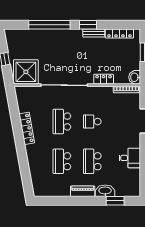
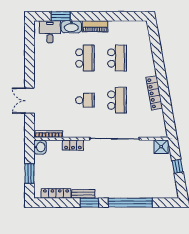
shower: (26, 72) -> (161, 147), width x0.54, depth x0.54
desk: (130, 158) -> (50, 32), moved, turned 90

